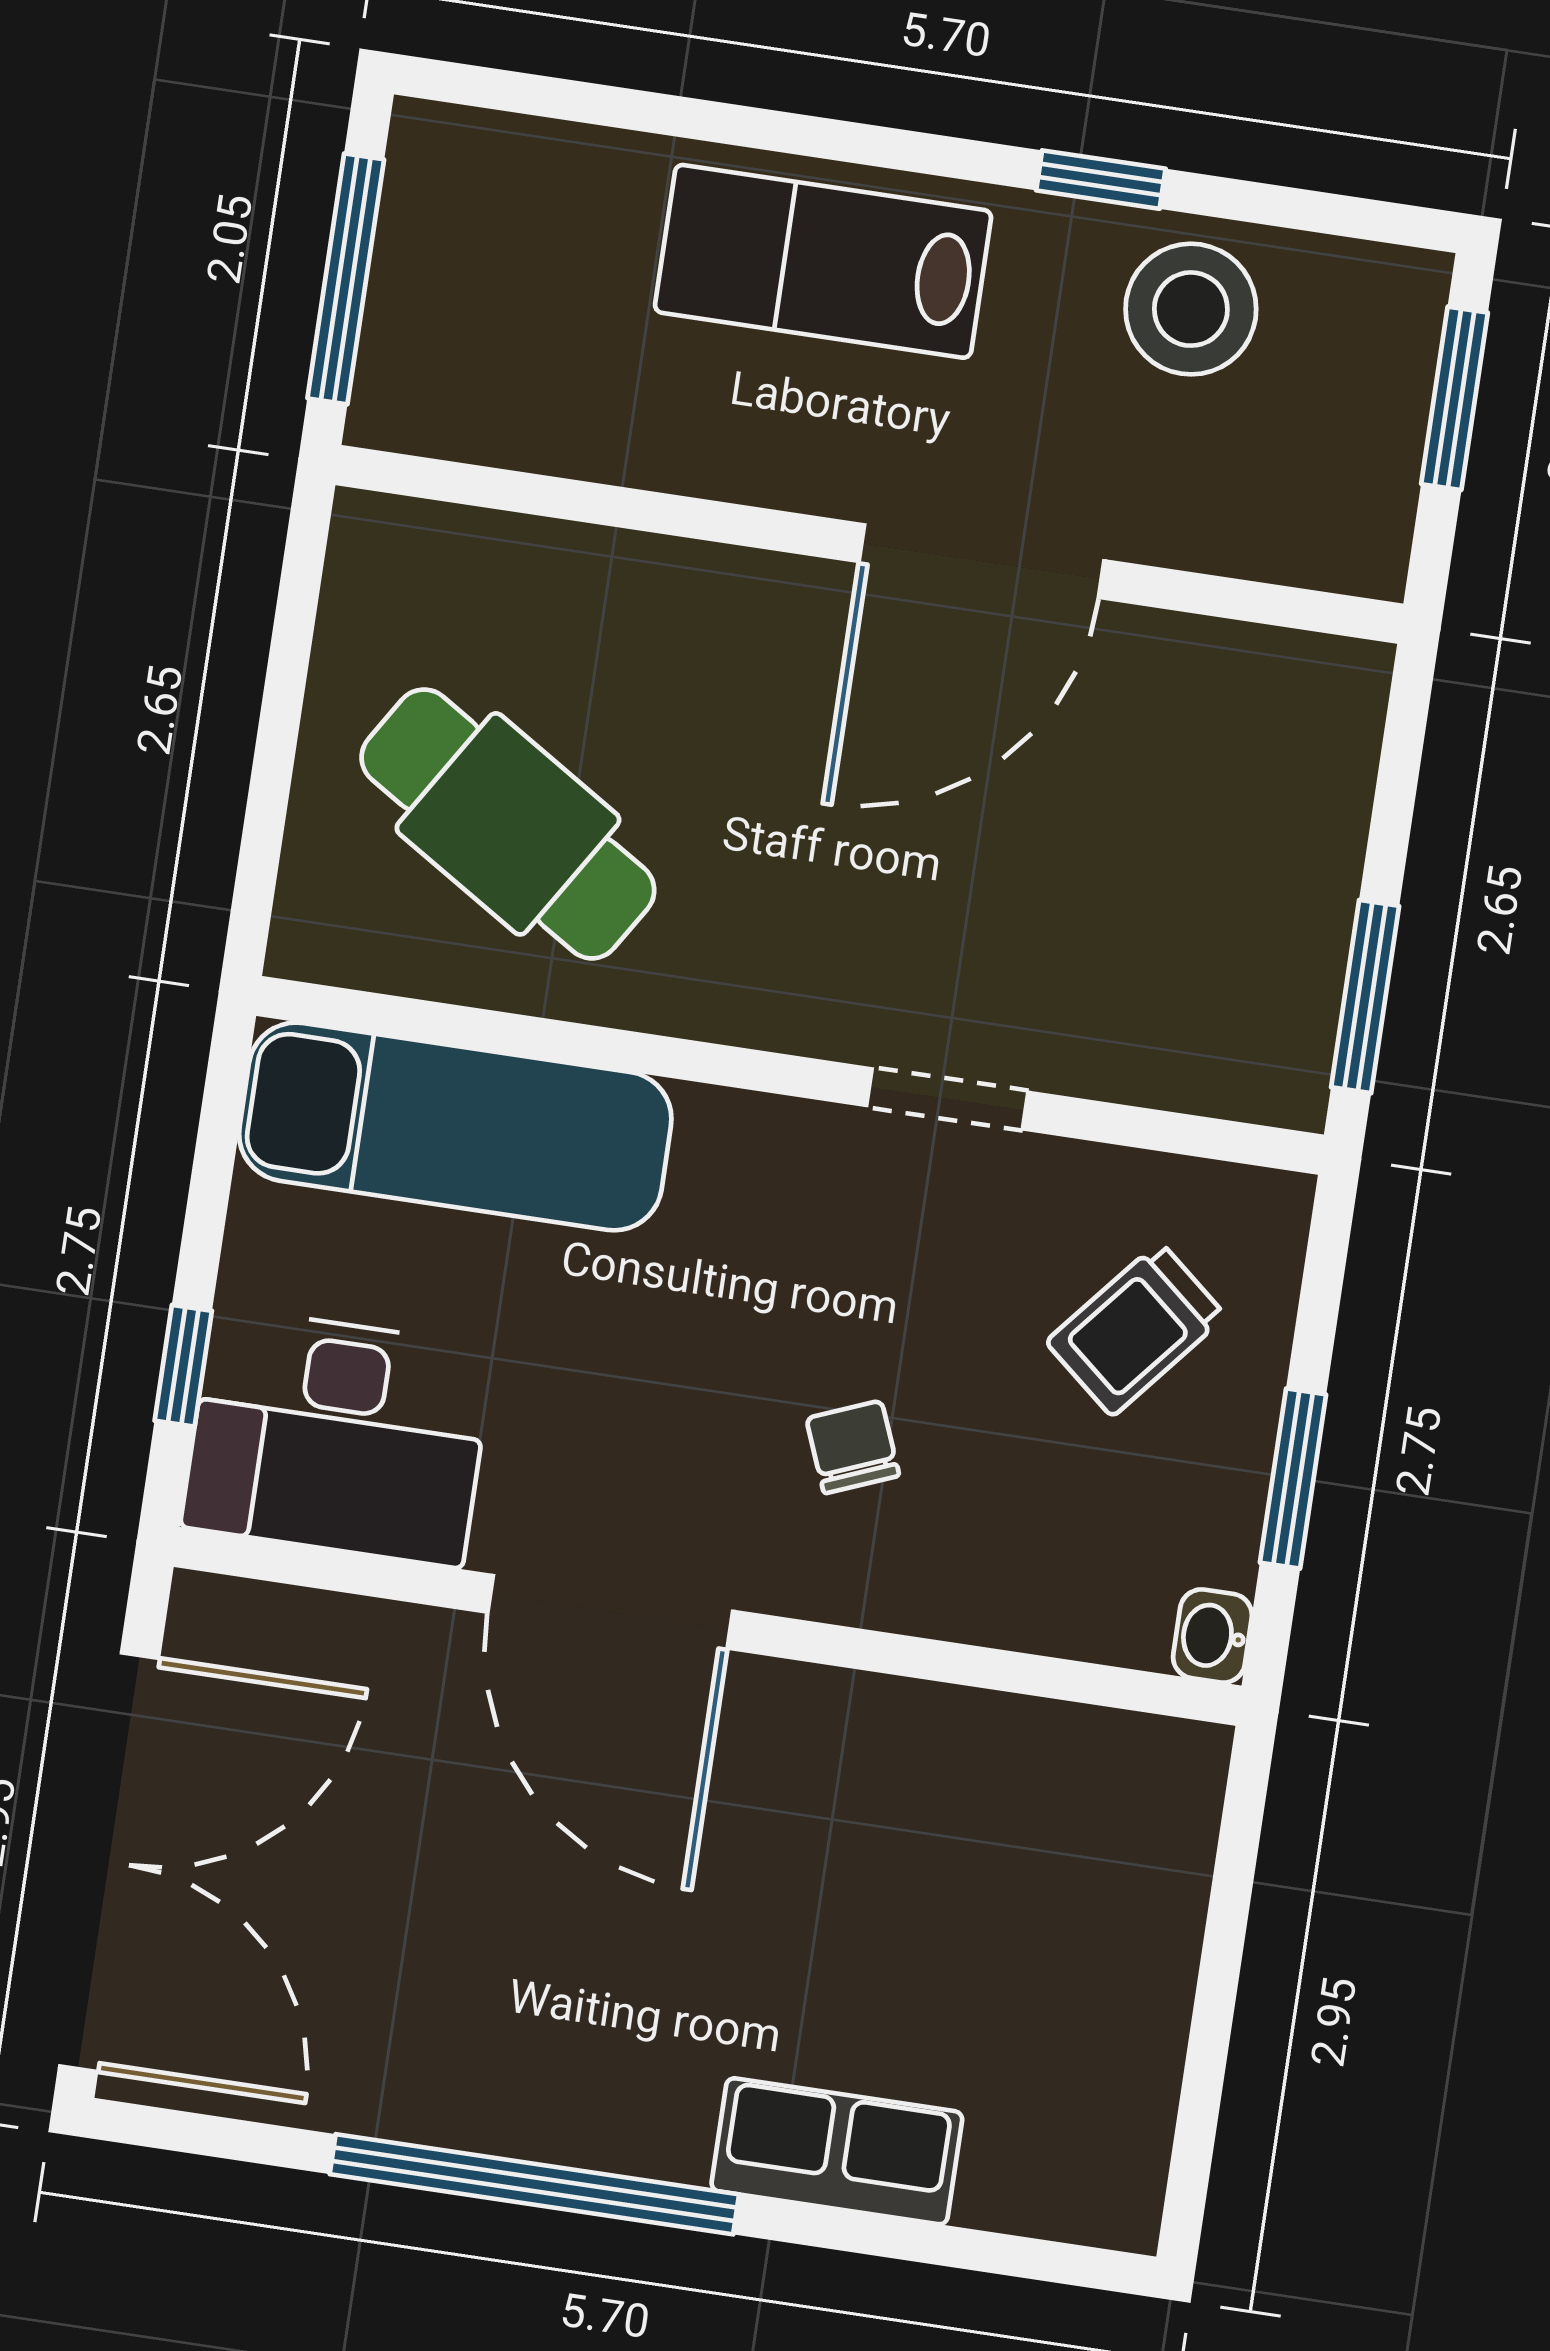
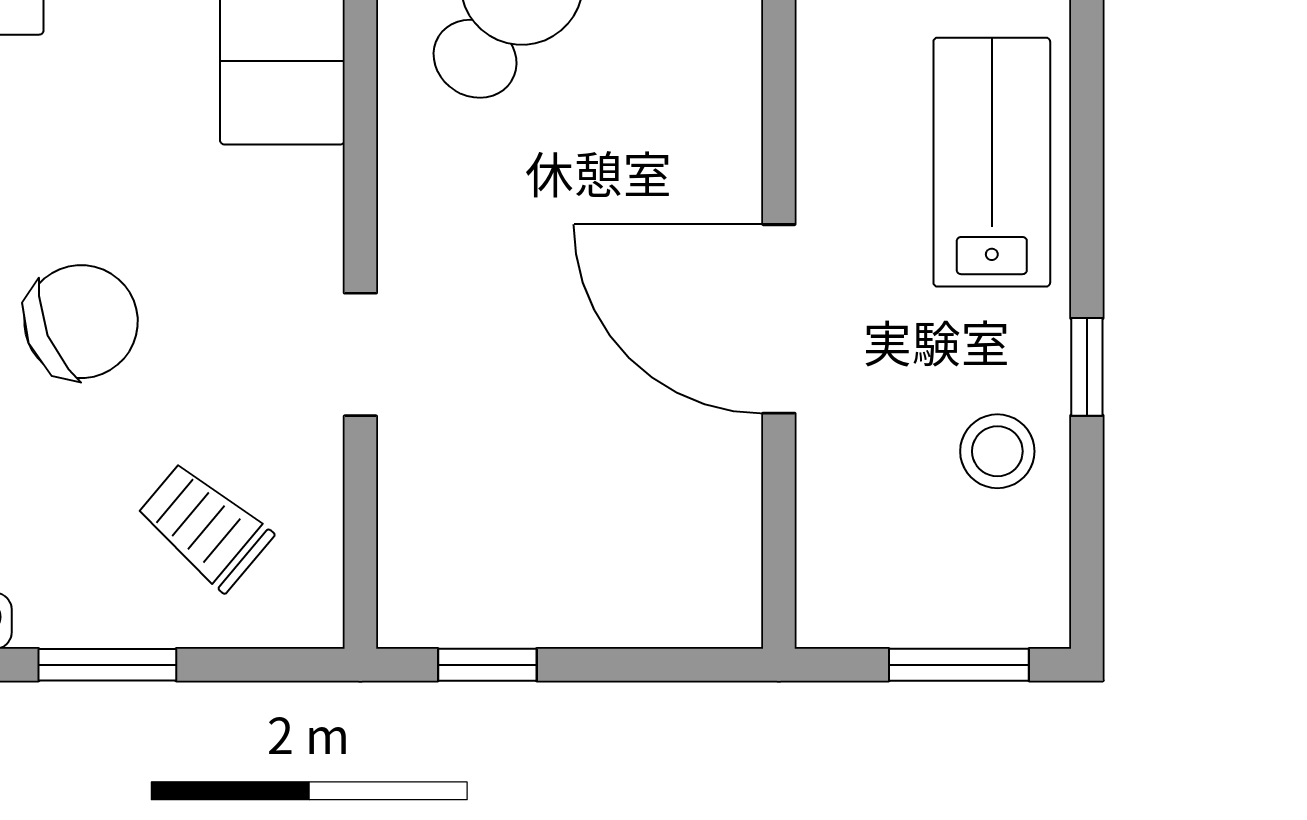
stool: (1191, 309) -> (997, 451), width x0.73, depth x0.73
window: (1365, 997) -> (487, 665), width x0.67
chair: (853, 1447) -> (81, 322), width x1.87, depth x1.87

